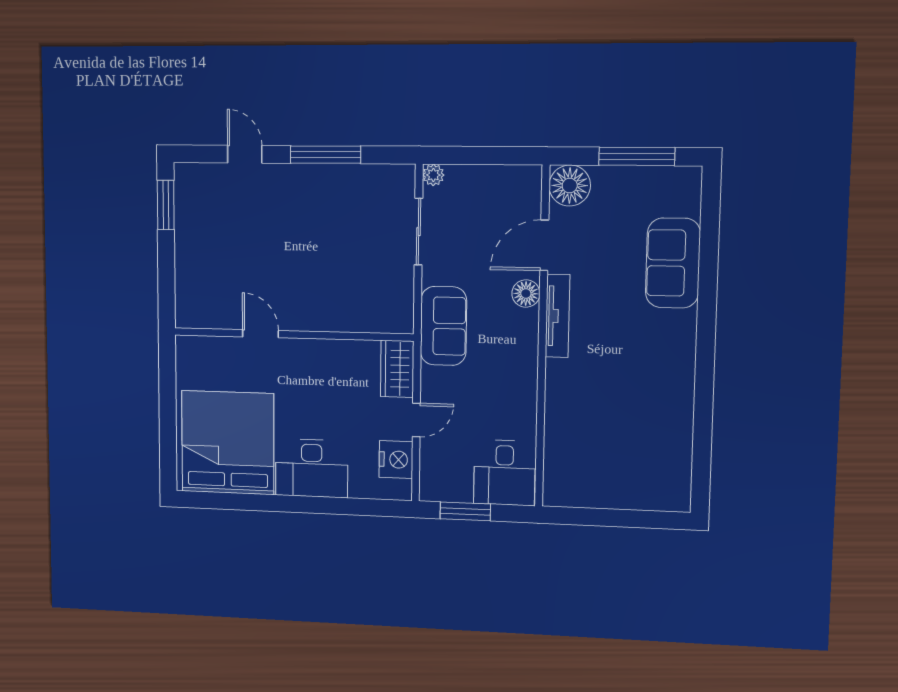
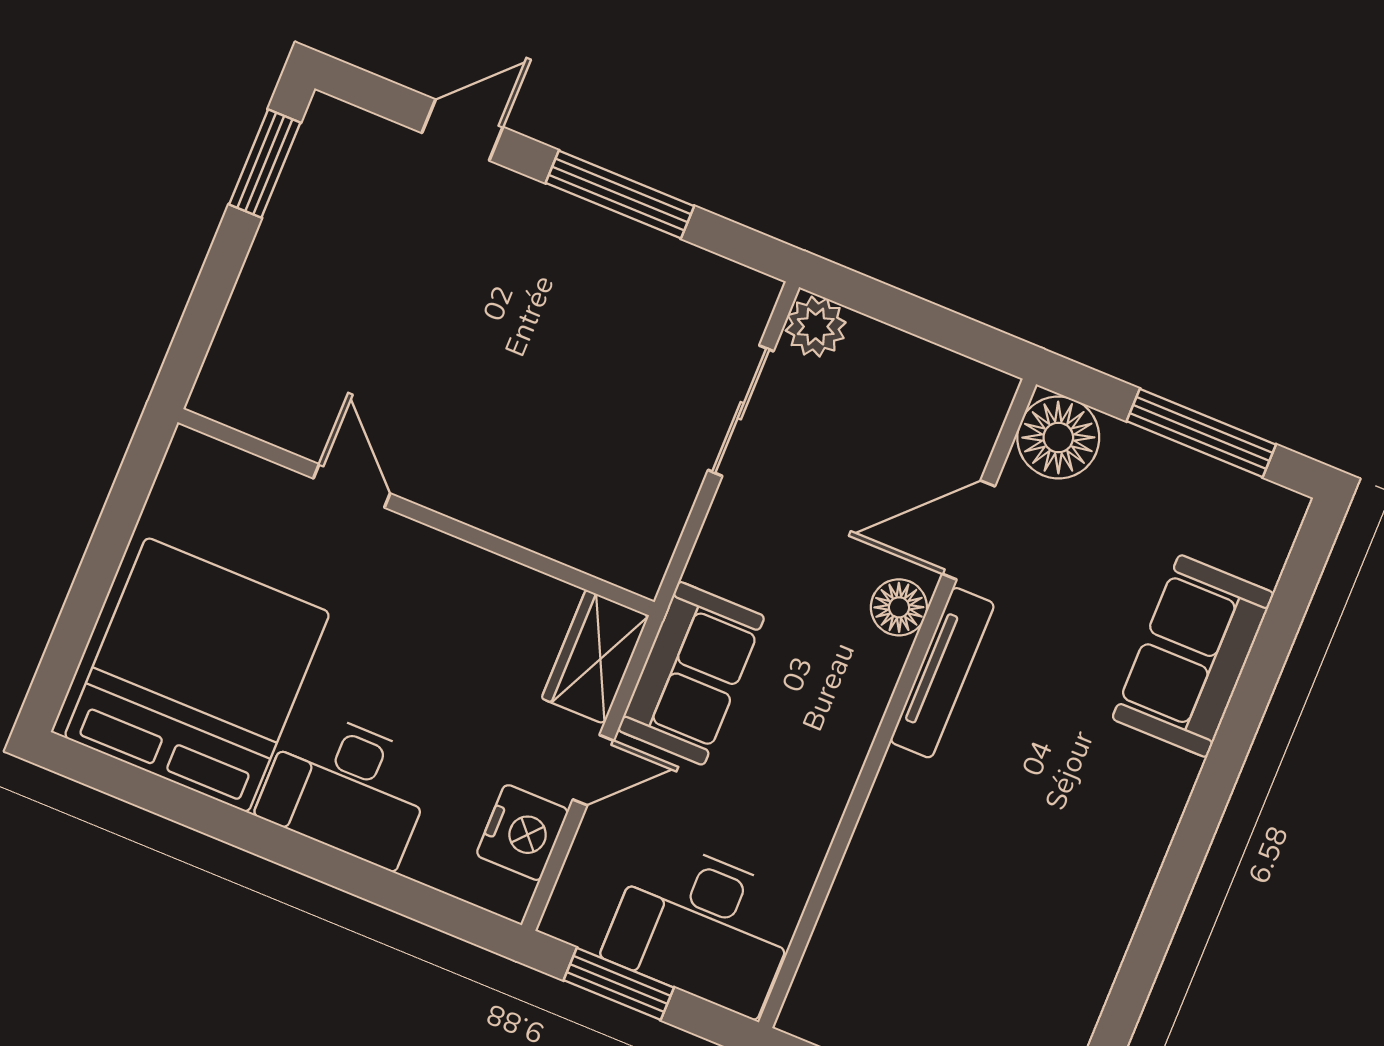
door: (245, 154) -> (462, 130), hinge flipped
plant: (433, 175) -> (816, 327), width x1.38, depth x1.38
sofa: (443, 326) -> (691, 673), moved
desk: (504, 473) -> (703, 927), width x1.37

